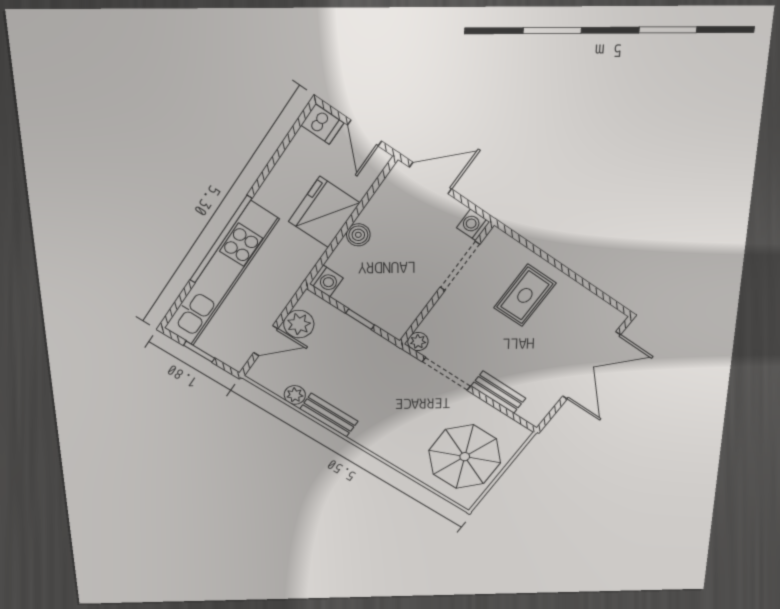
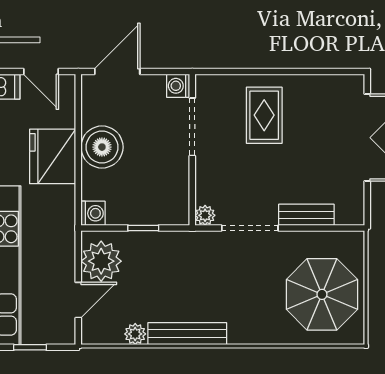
boiler: (358, 235) -> (102, 147), width x1.86, depth x1.86
plant: (299, 324) -> (101, 261), width x1.36, depth x1.36
bench: (329, 415) -> (187, 334), width x1.36

